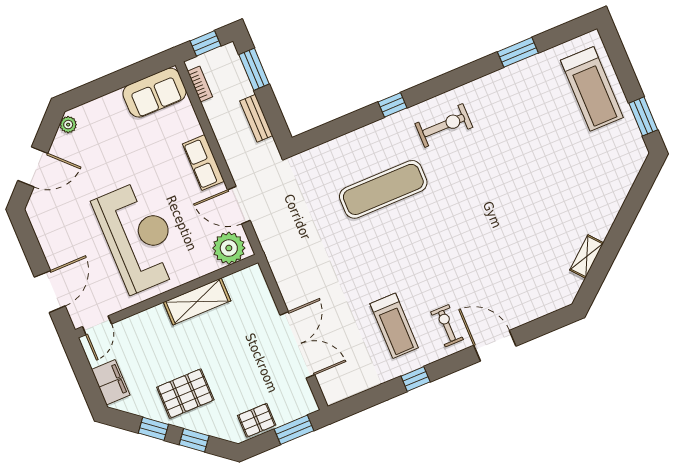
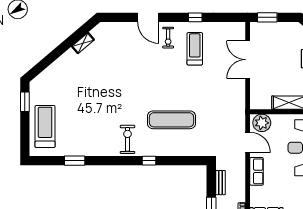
exercise bike: (444, 126) -> (127, 139), turned 90
pallet: (257, 420) -> (284, 30), removed

